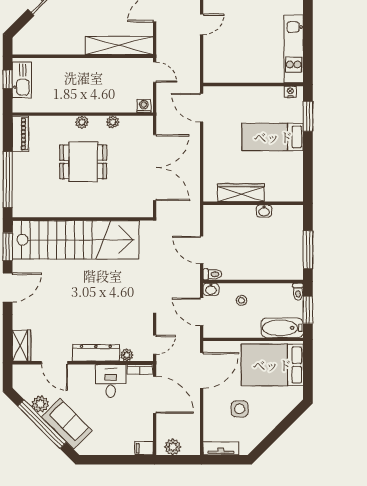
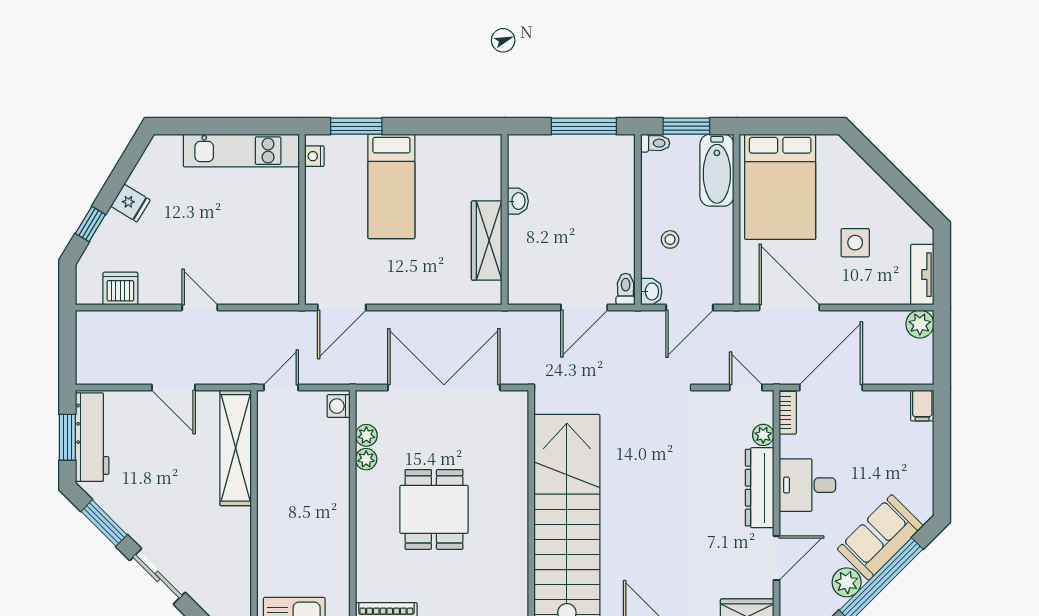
plant: (82, 122) -> (366, 435), moved
desk: (111, 381) -> (807, 485), moved
plant: (173, 447) -> (920, 324), moved

